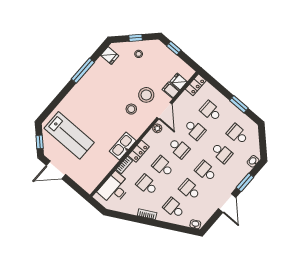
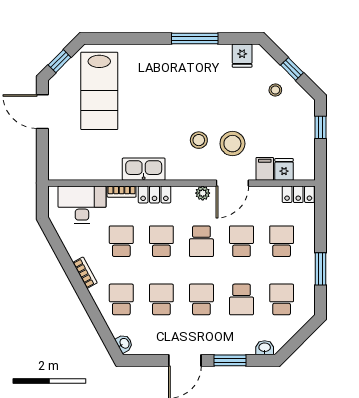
school desk: (195, 130) -> (242, 241), turned 180

